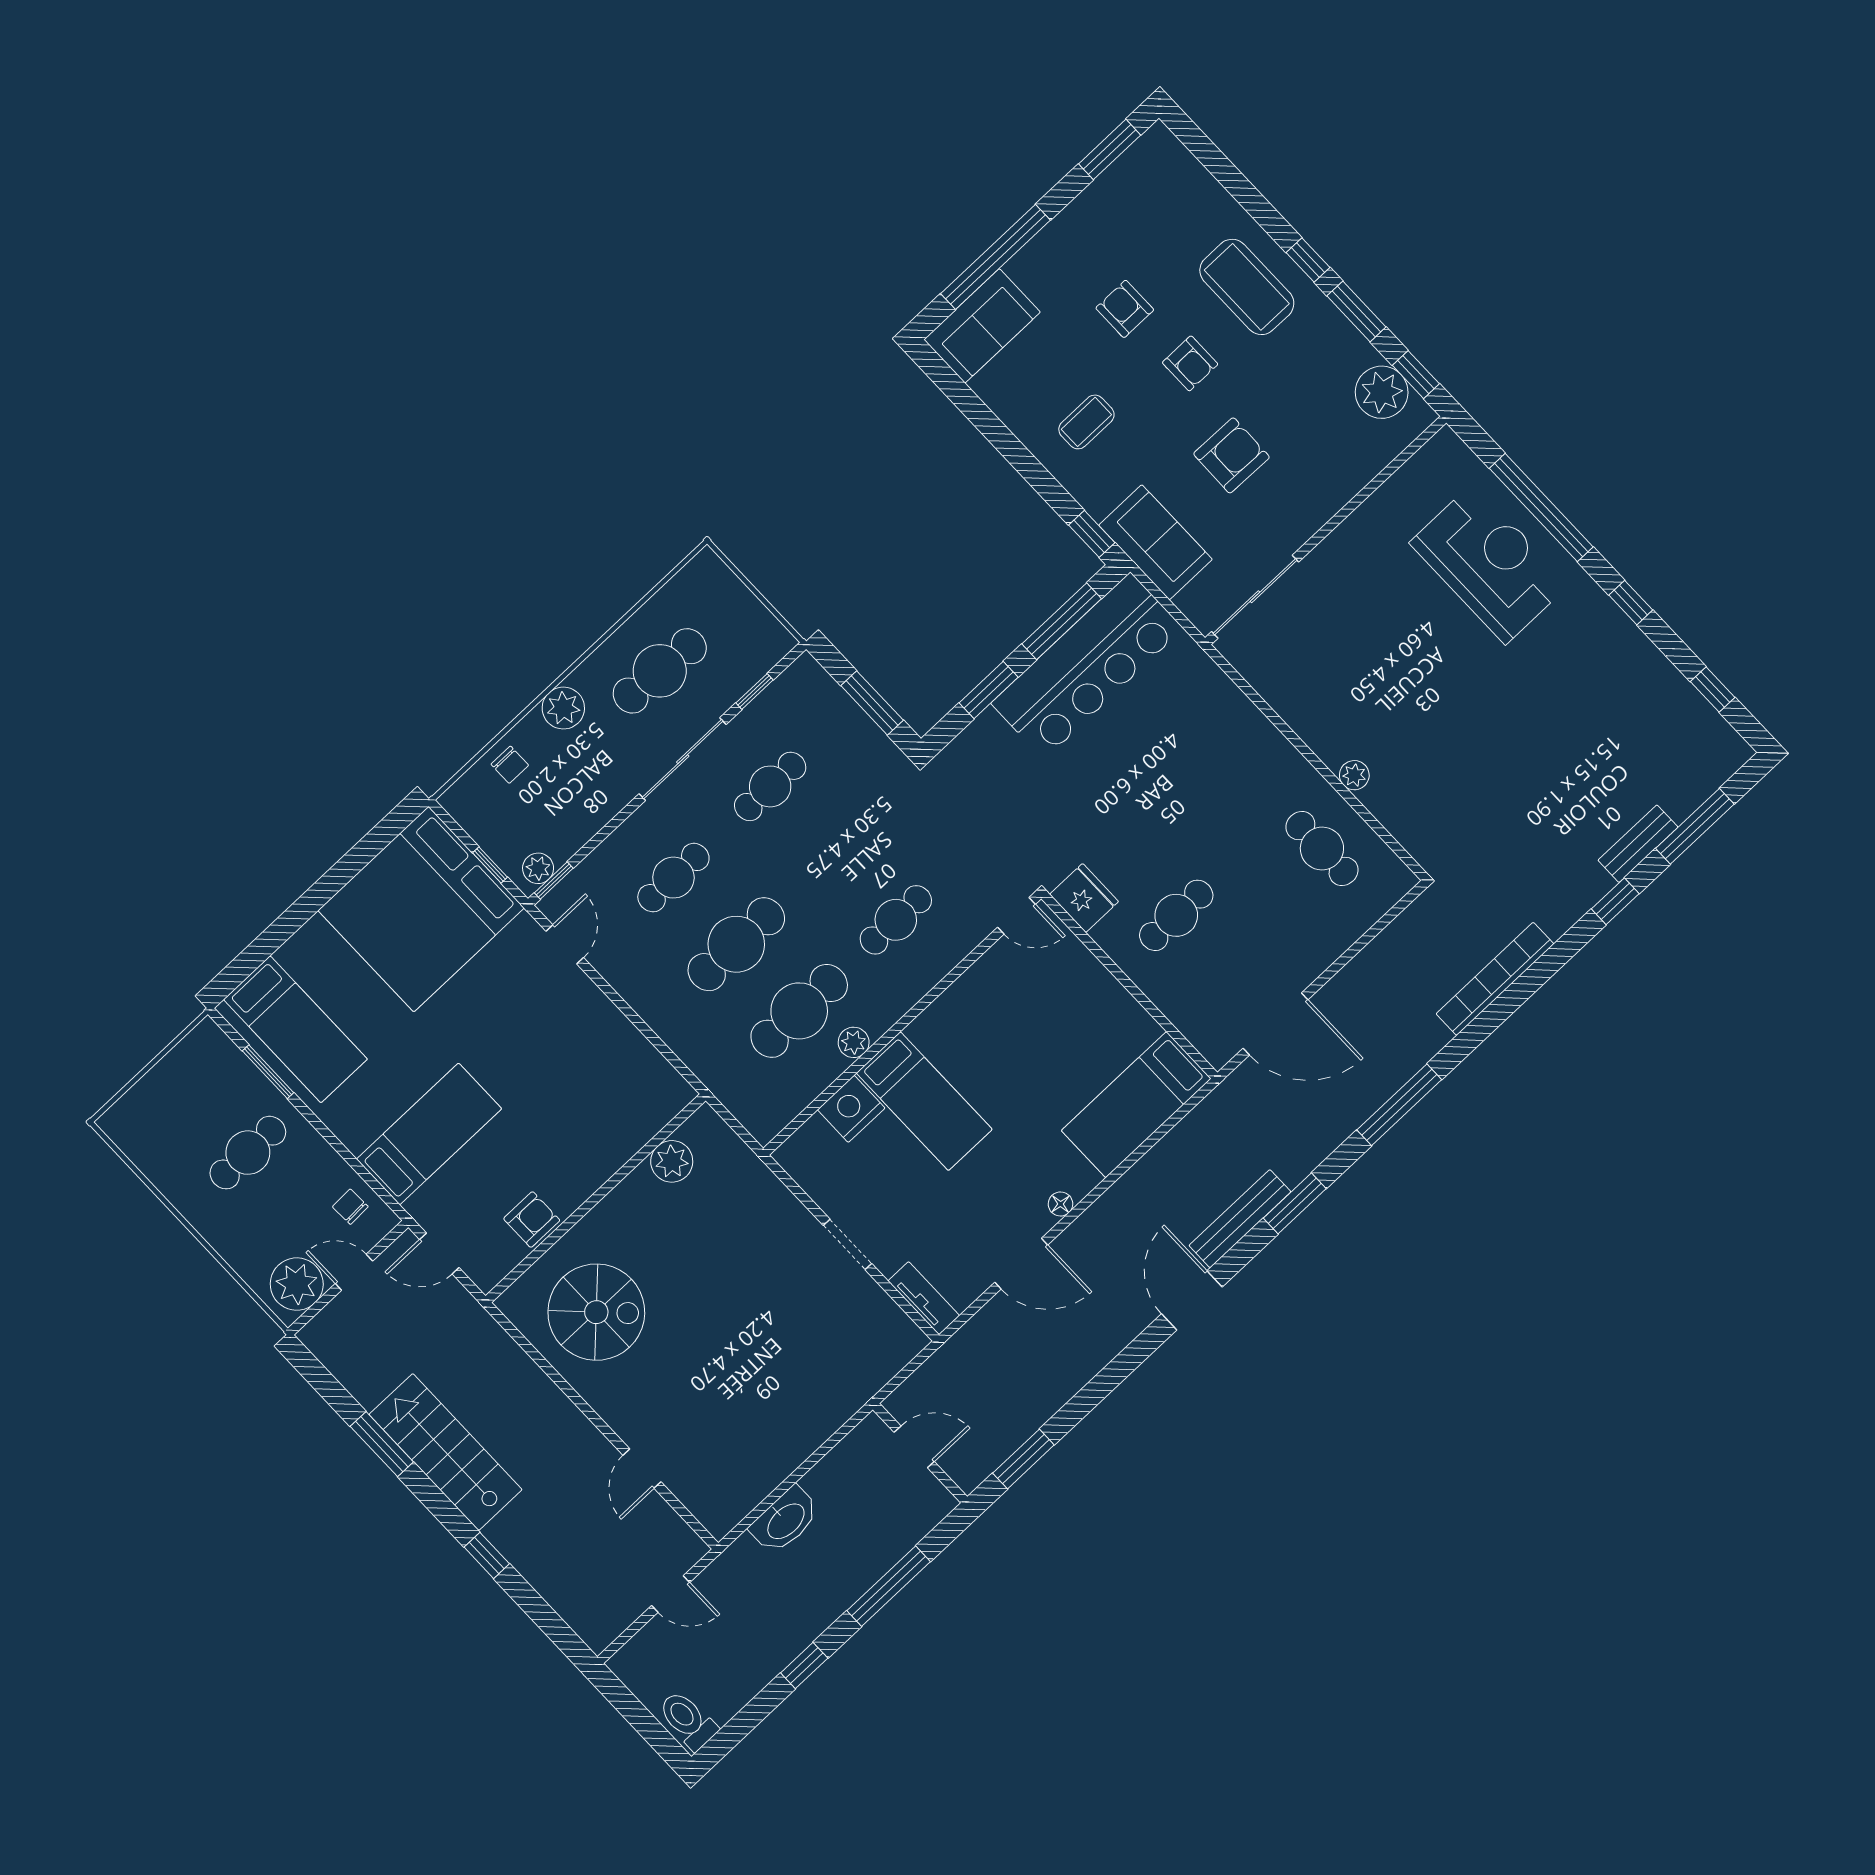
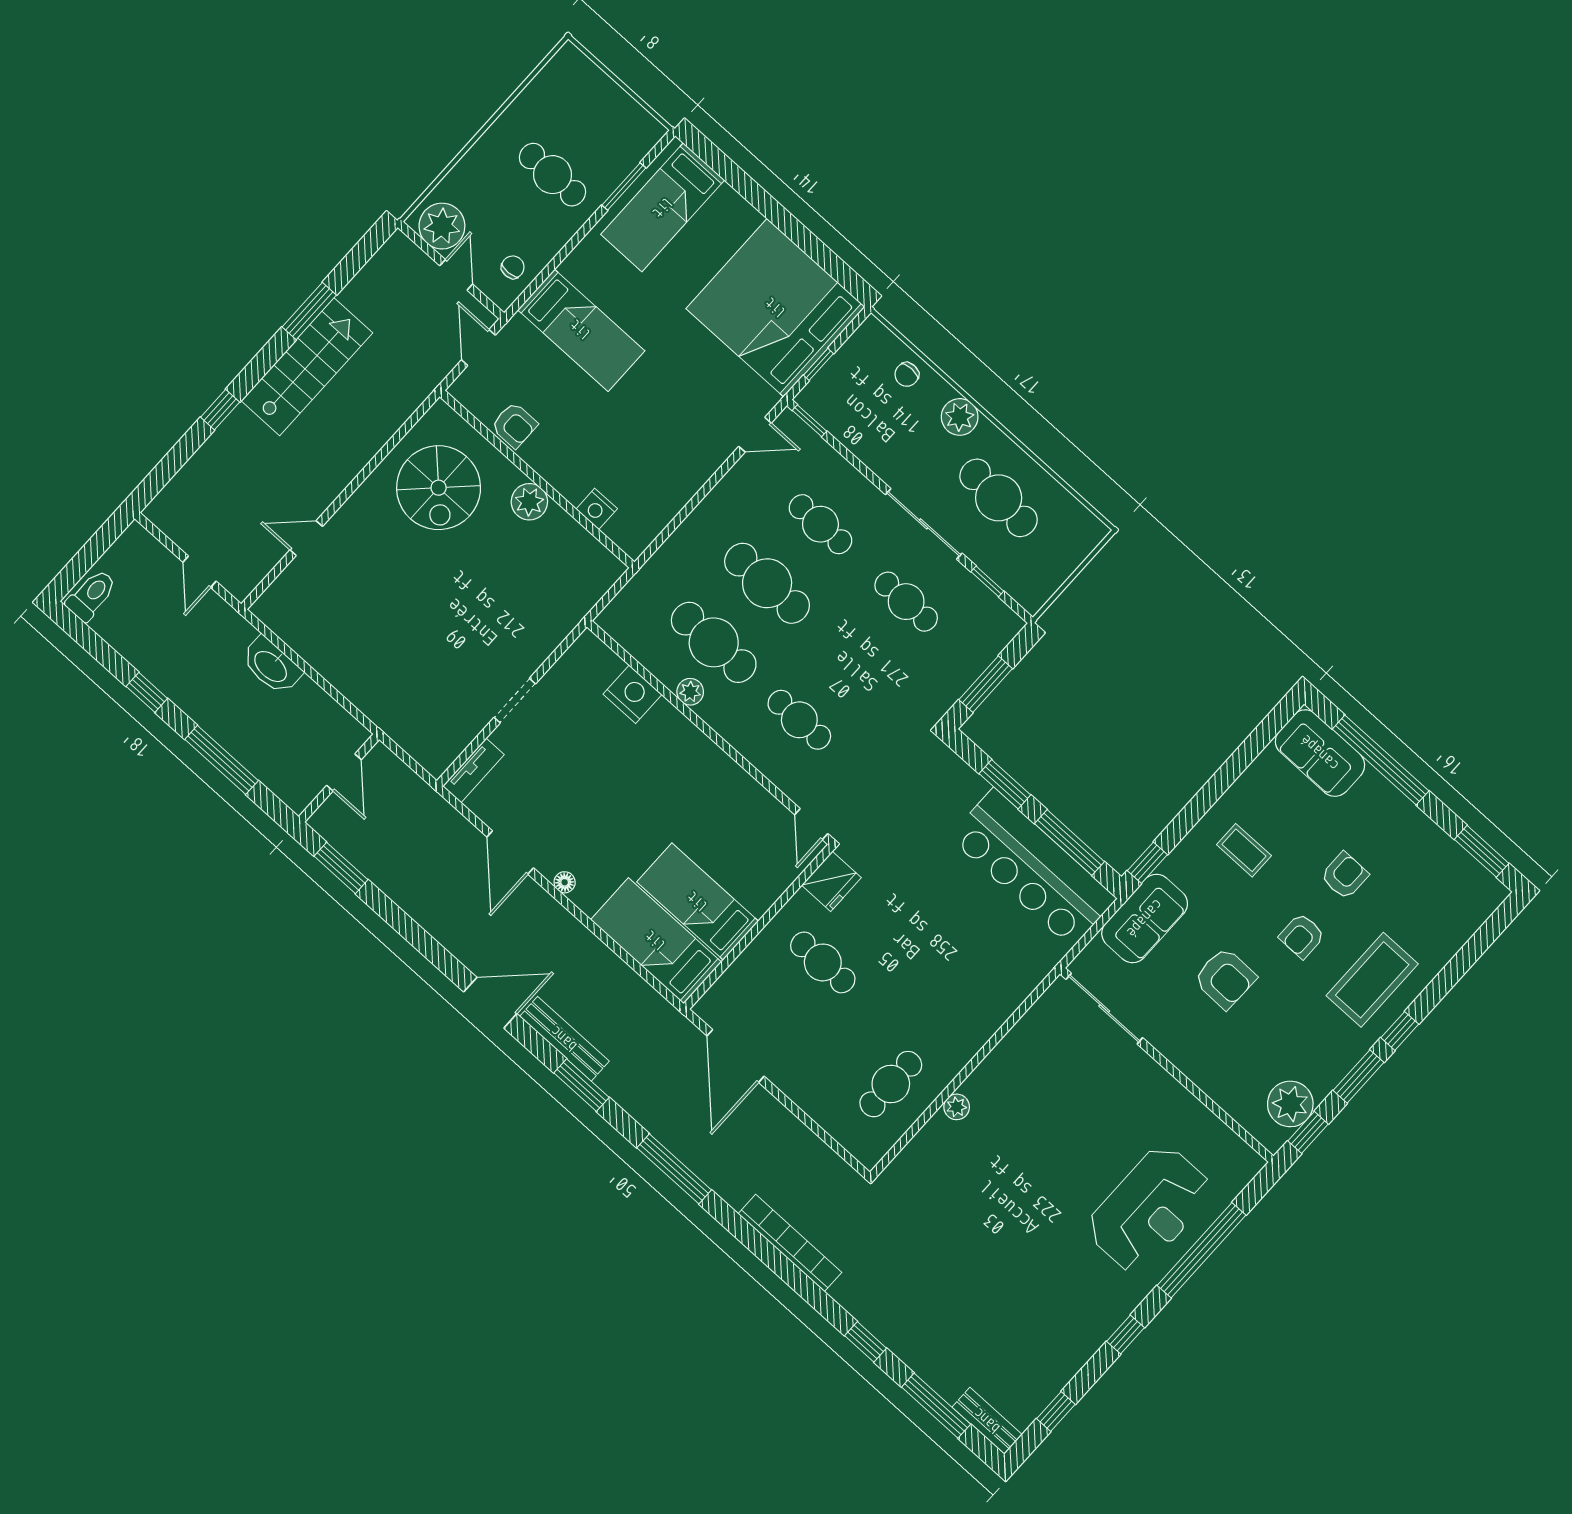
bench: (1638, 844) -> (987, 1421), moved
plant: (538, 868) -> (819, 406), removed
bed: (924, 1101) -> (698, 902), moved, turned 90
nightstand: (635, 1133) -> (597, 509), added
plant: (672, 1161) -> (529, 502), moved

